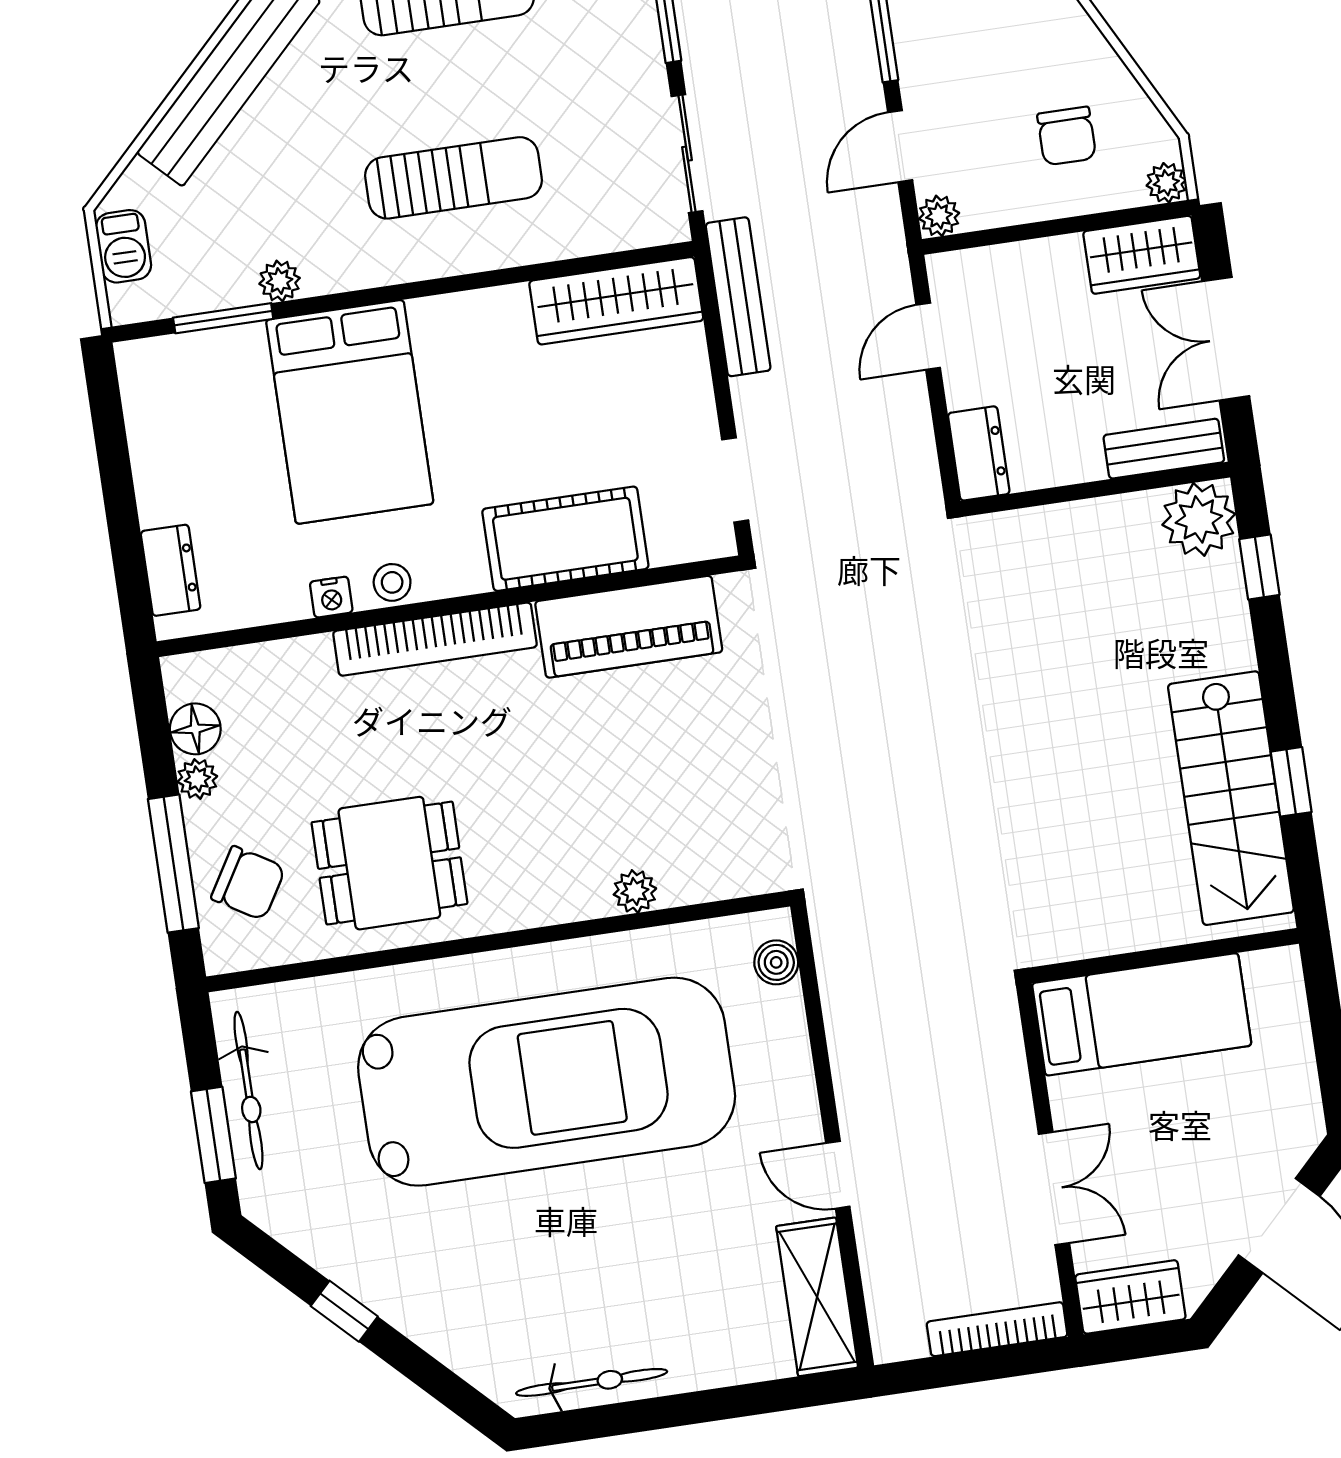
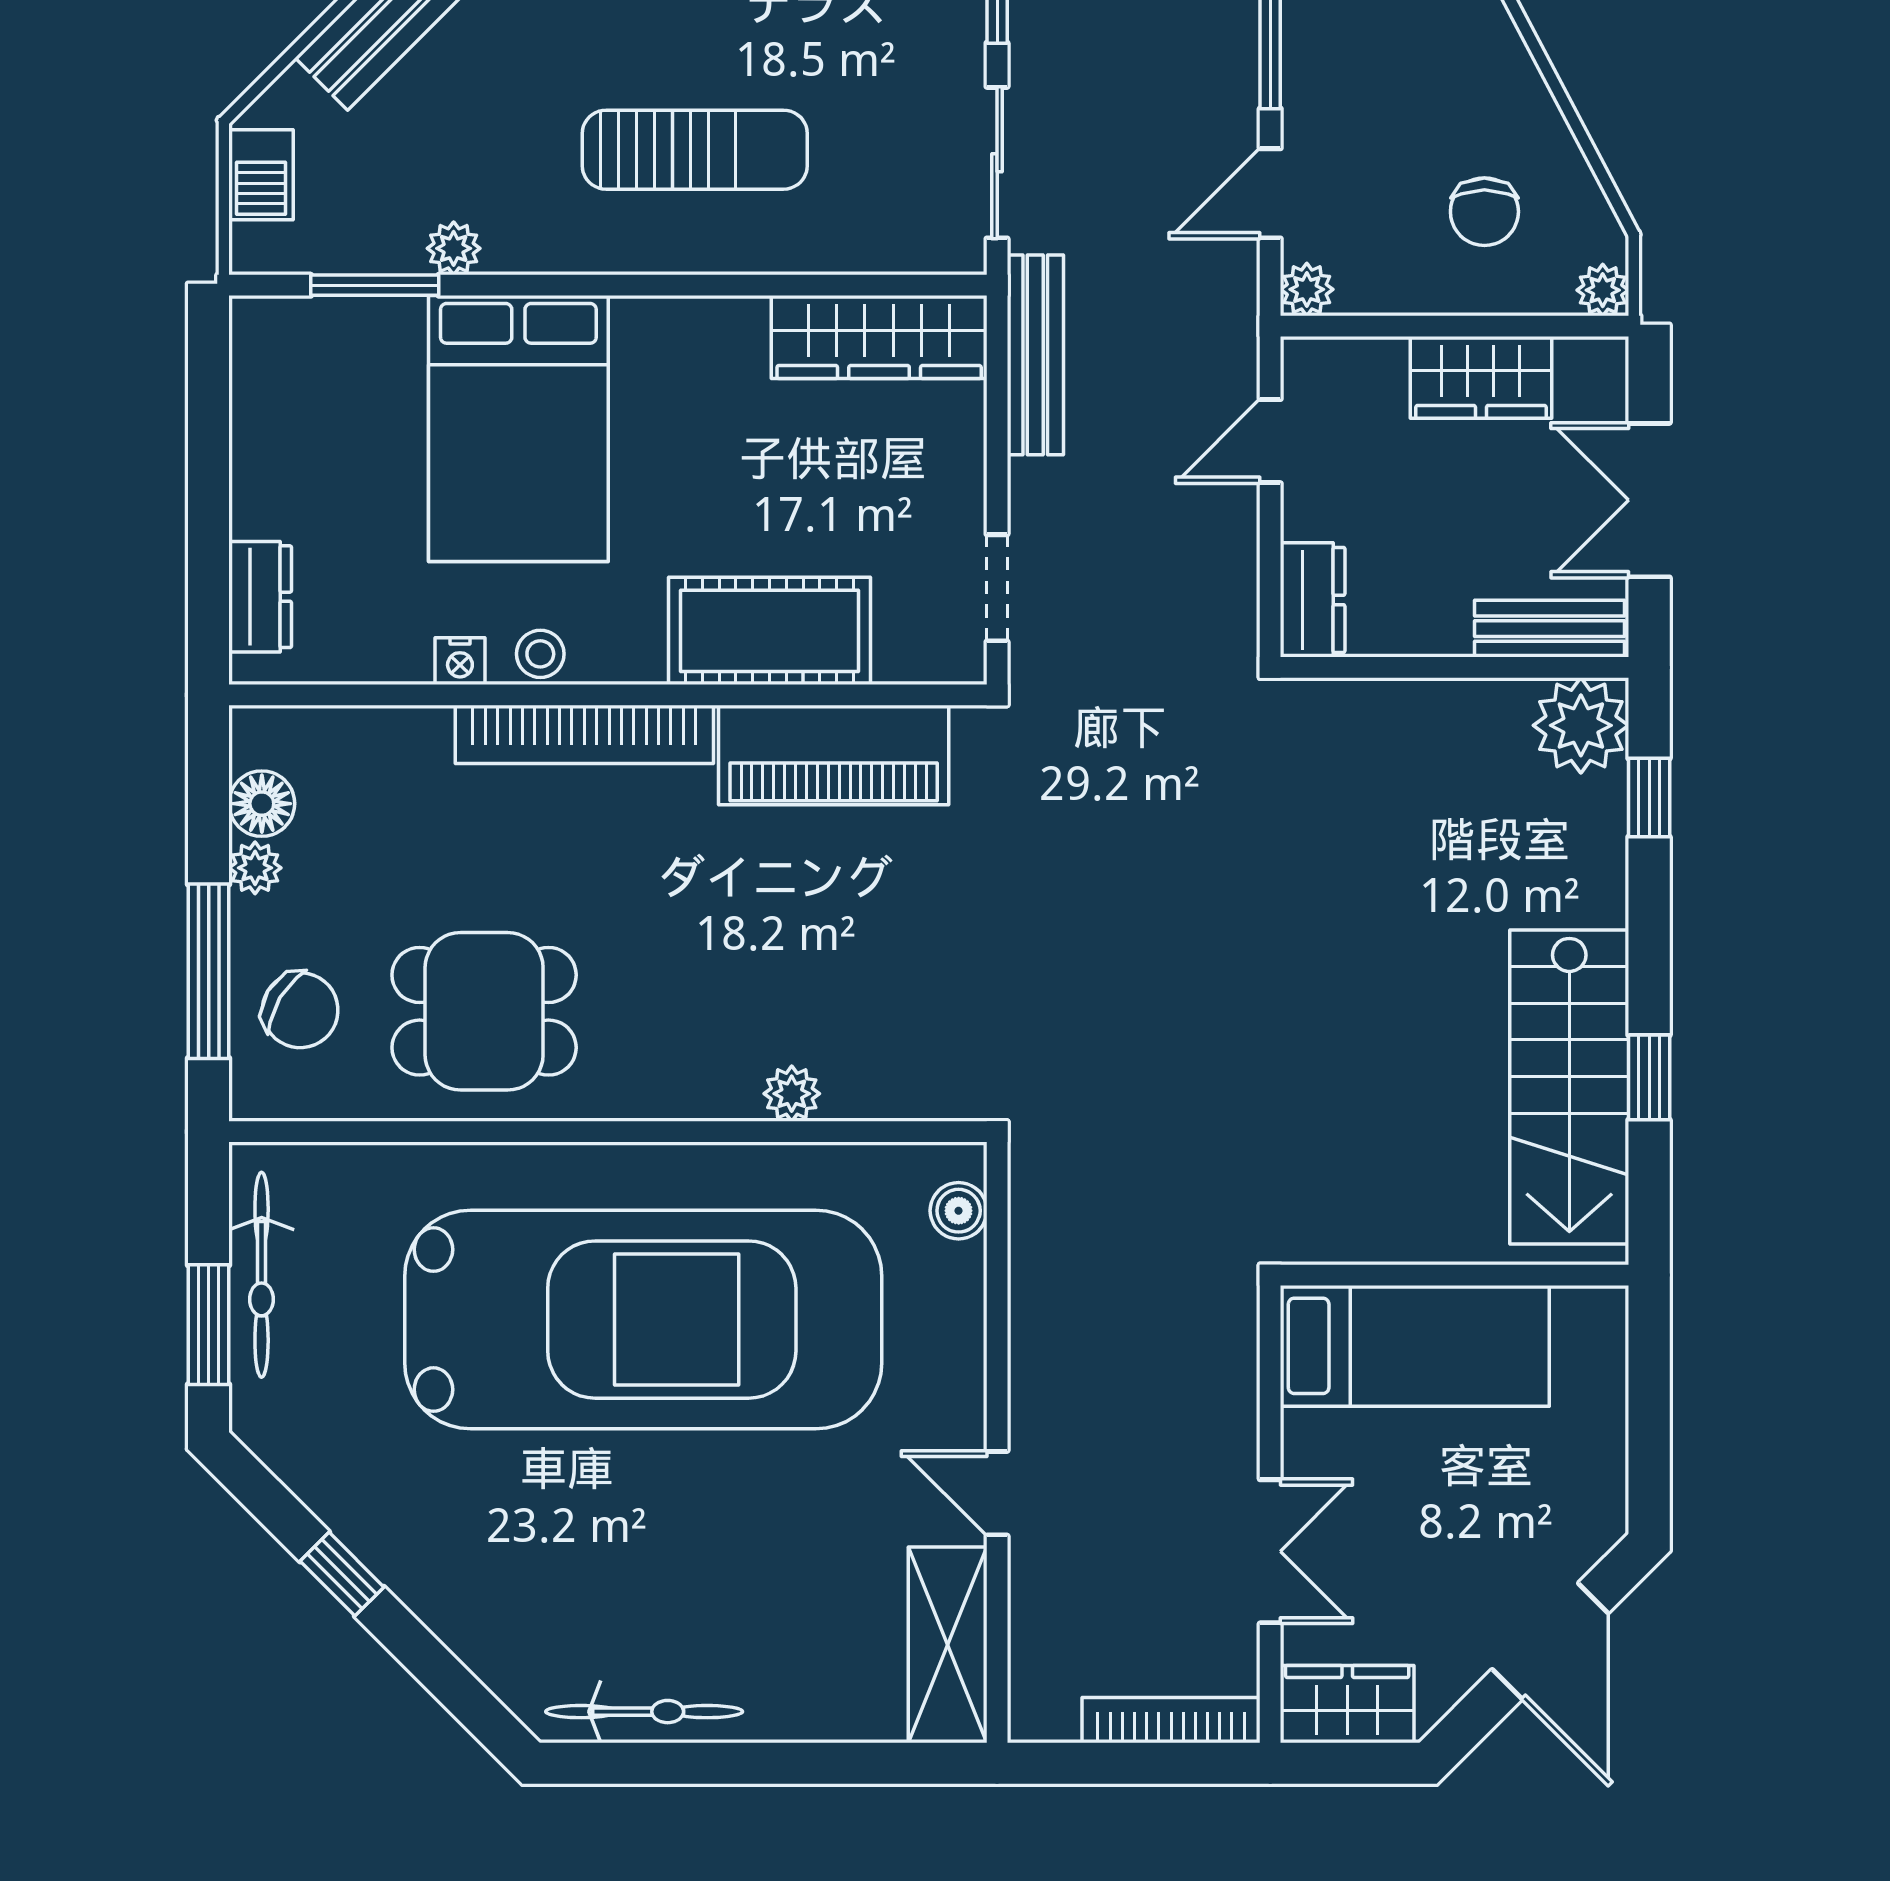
wardrobe: (1142, 255) -> (1481, 377), moved

